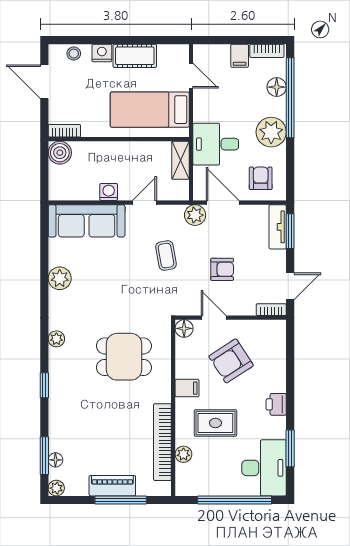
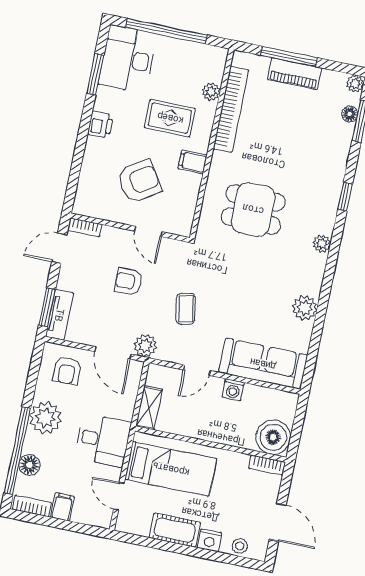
desk: (216, 144) -> (103, 440), moved
boiler: (60, 153) -> (273, 437), width x1.37, depth x1.37
floor lamp: (184, 328) -> (183, 226), removed

